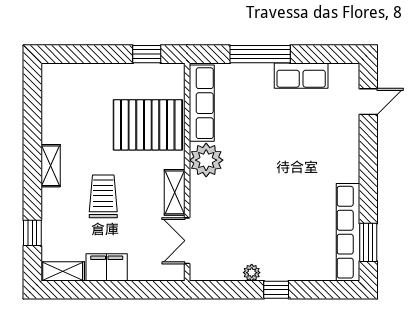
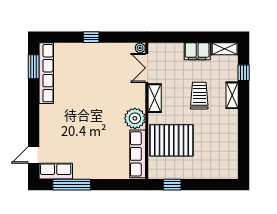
window: (260, 54) -> (72, 185), moved
row of seats: (301, 76) -> (56, 171), moved
shelving: (51, 166) -> (232, 95), moved
trolley: (103, 196) -> (199, 96), turned 180
double door: (187, 241) -> (147, 68), swing flipped
plant: (252, 273) -> (140, 48), moved

